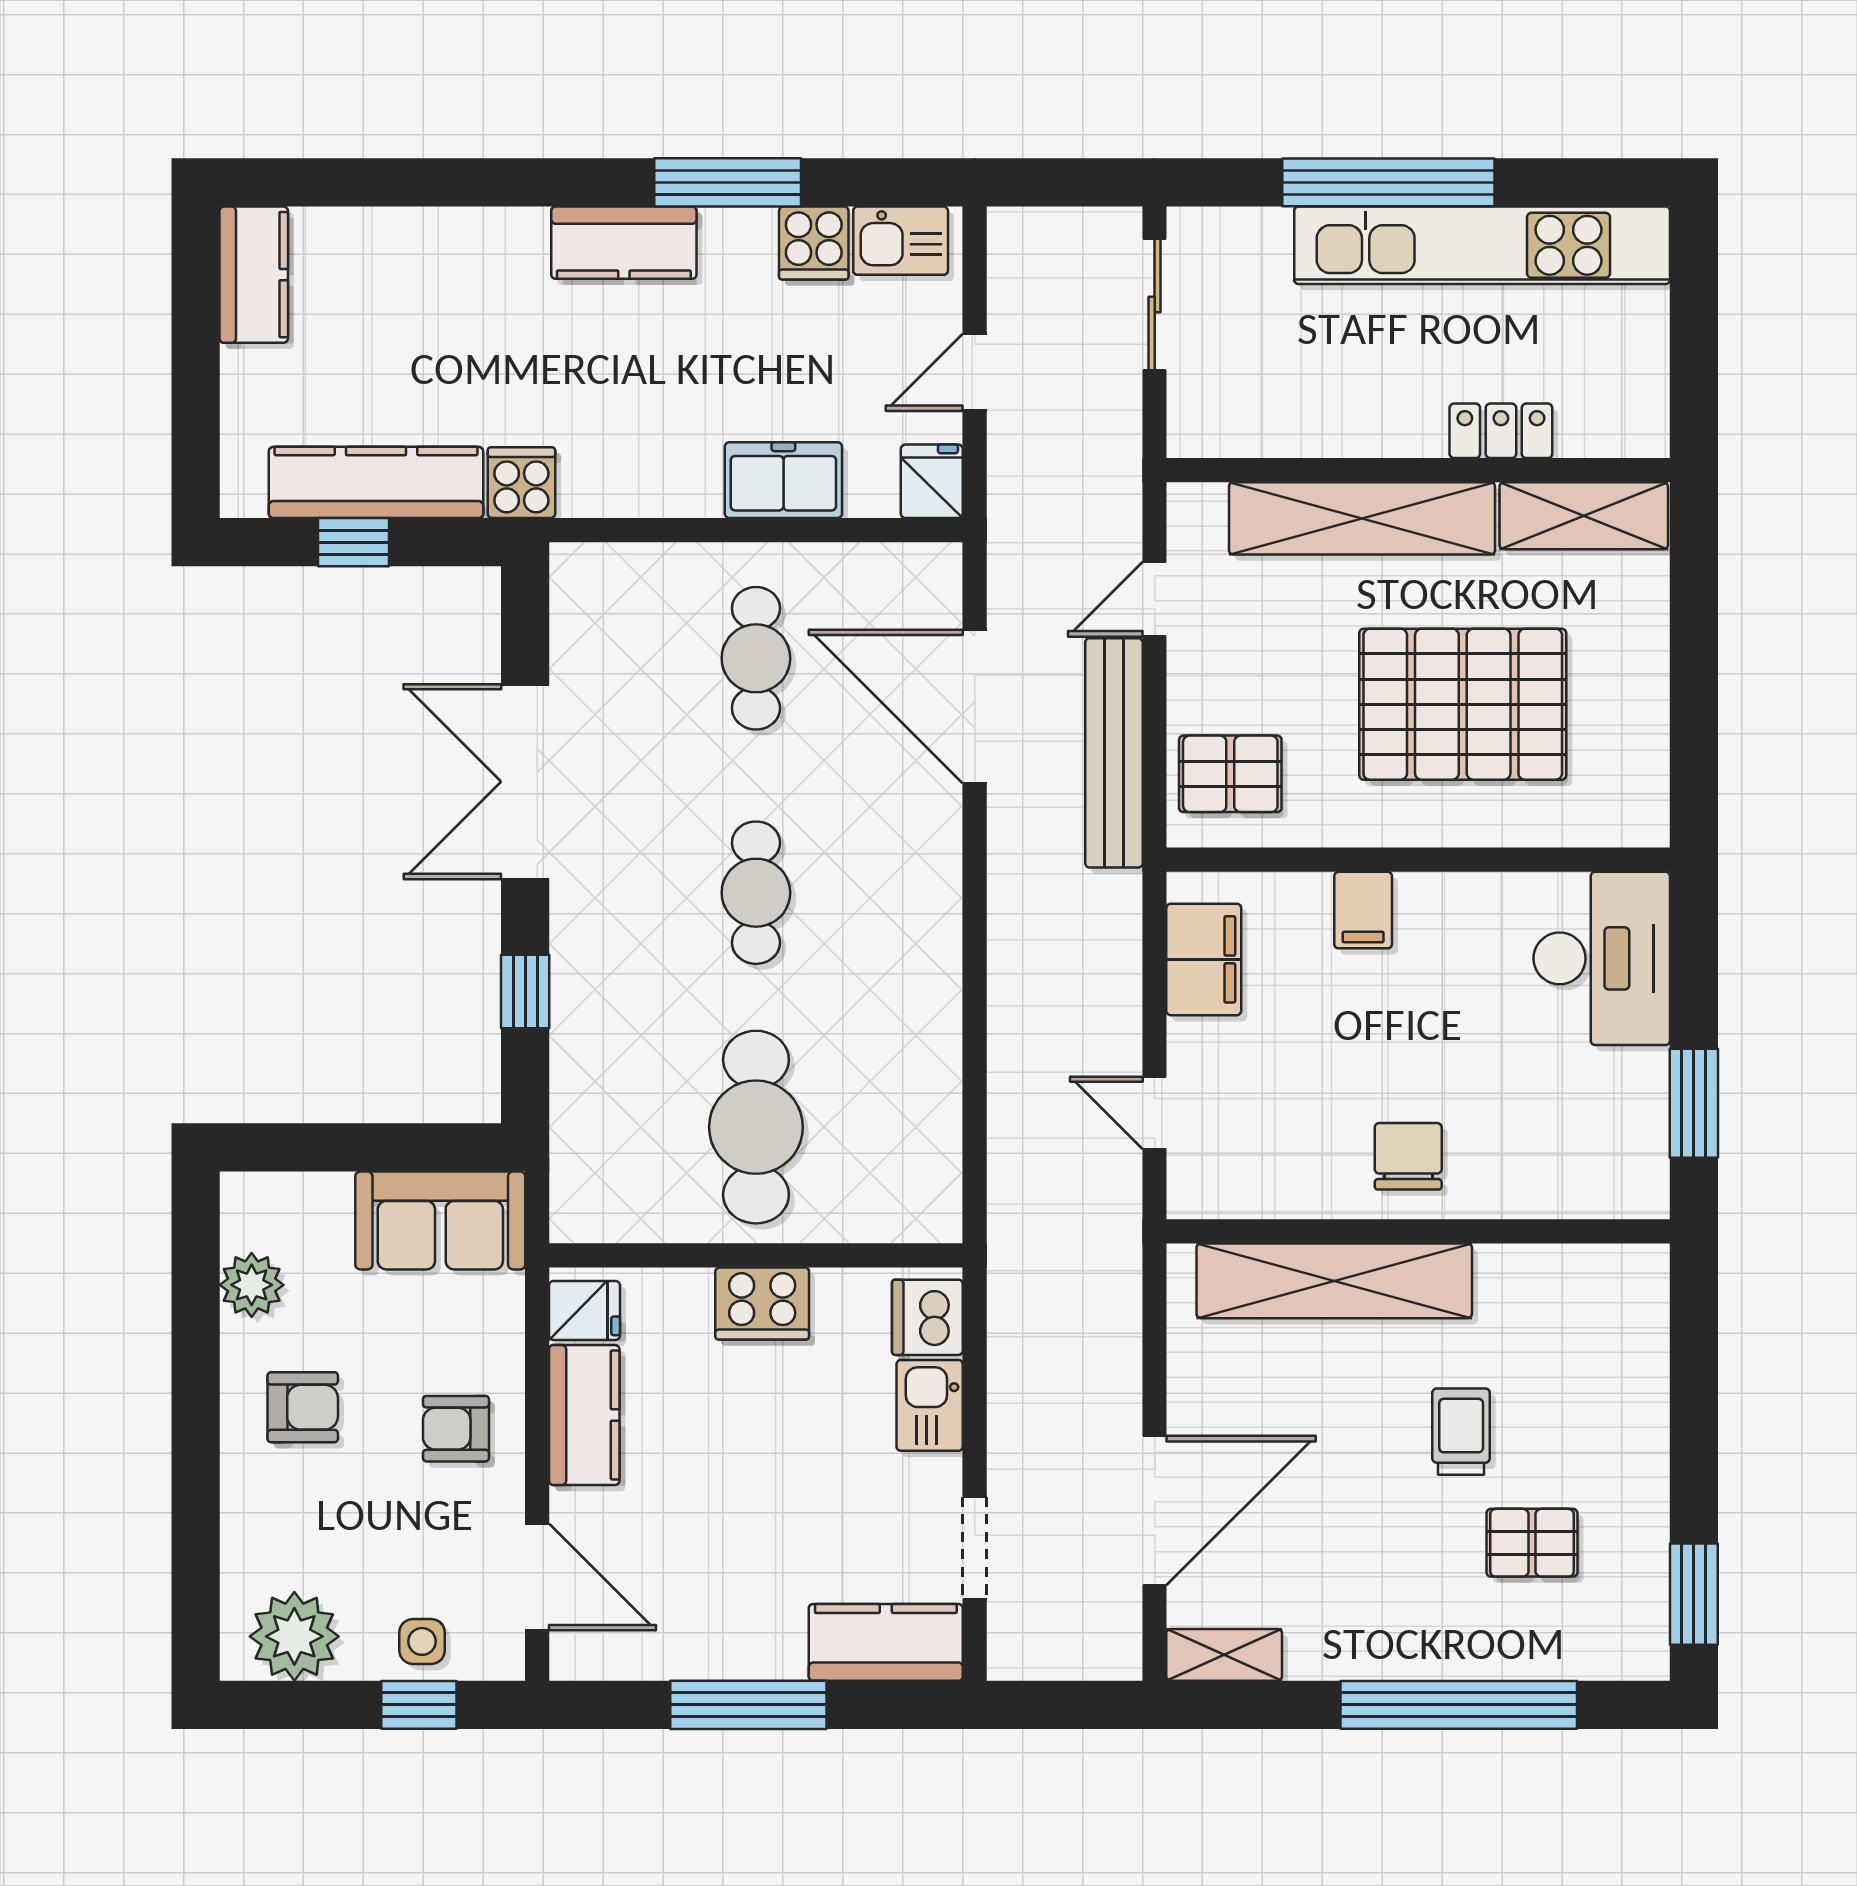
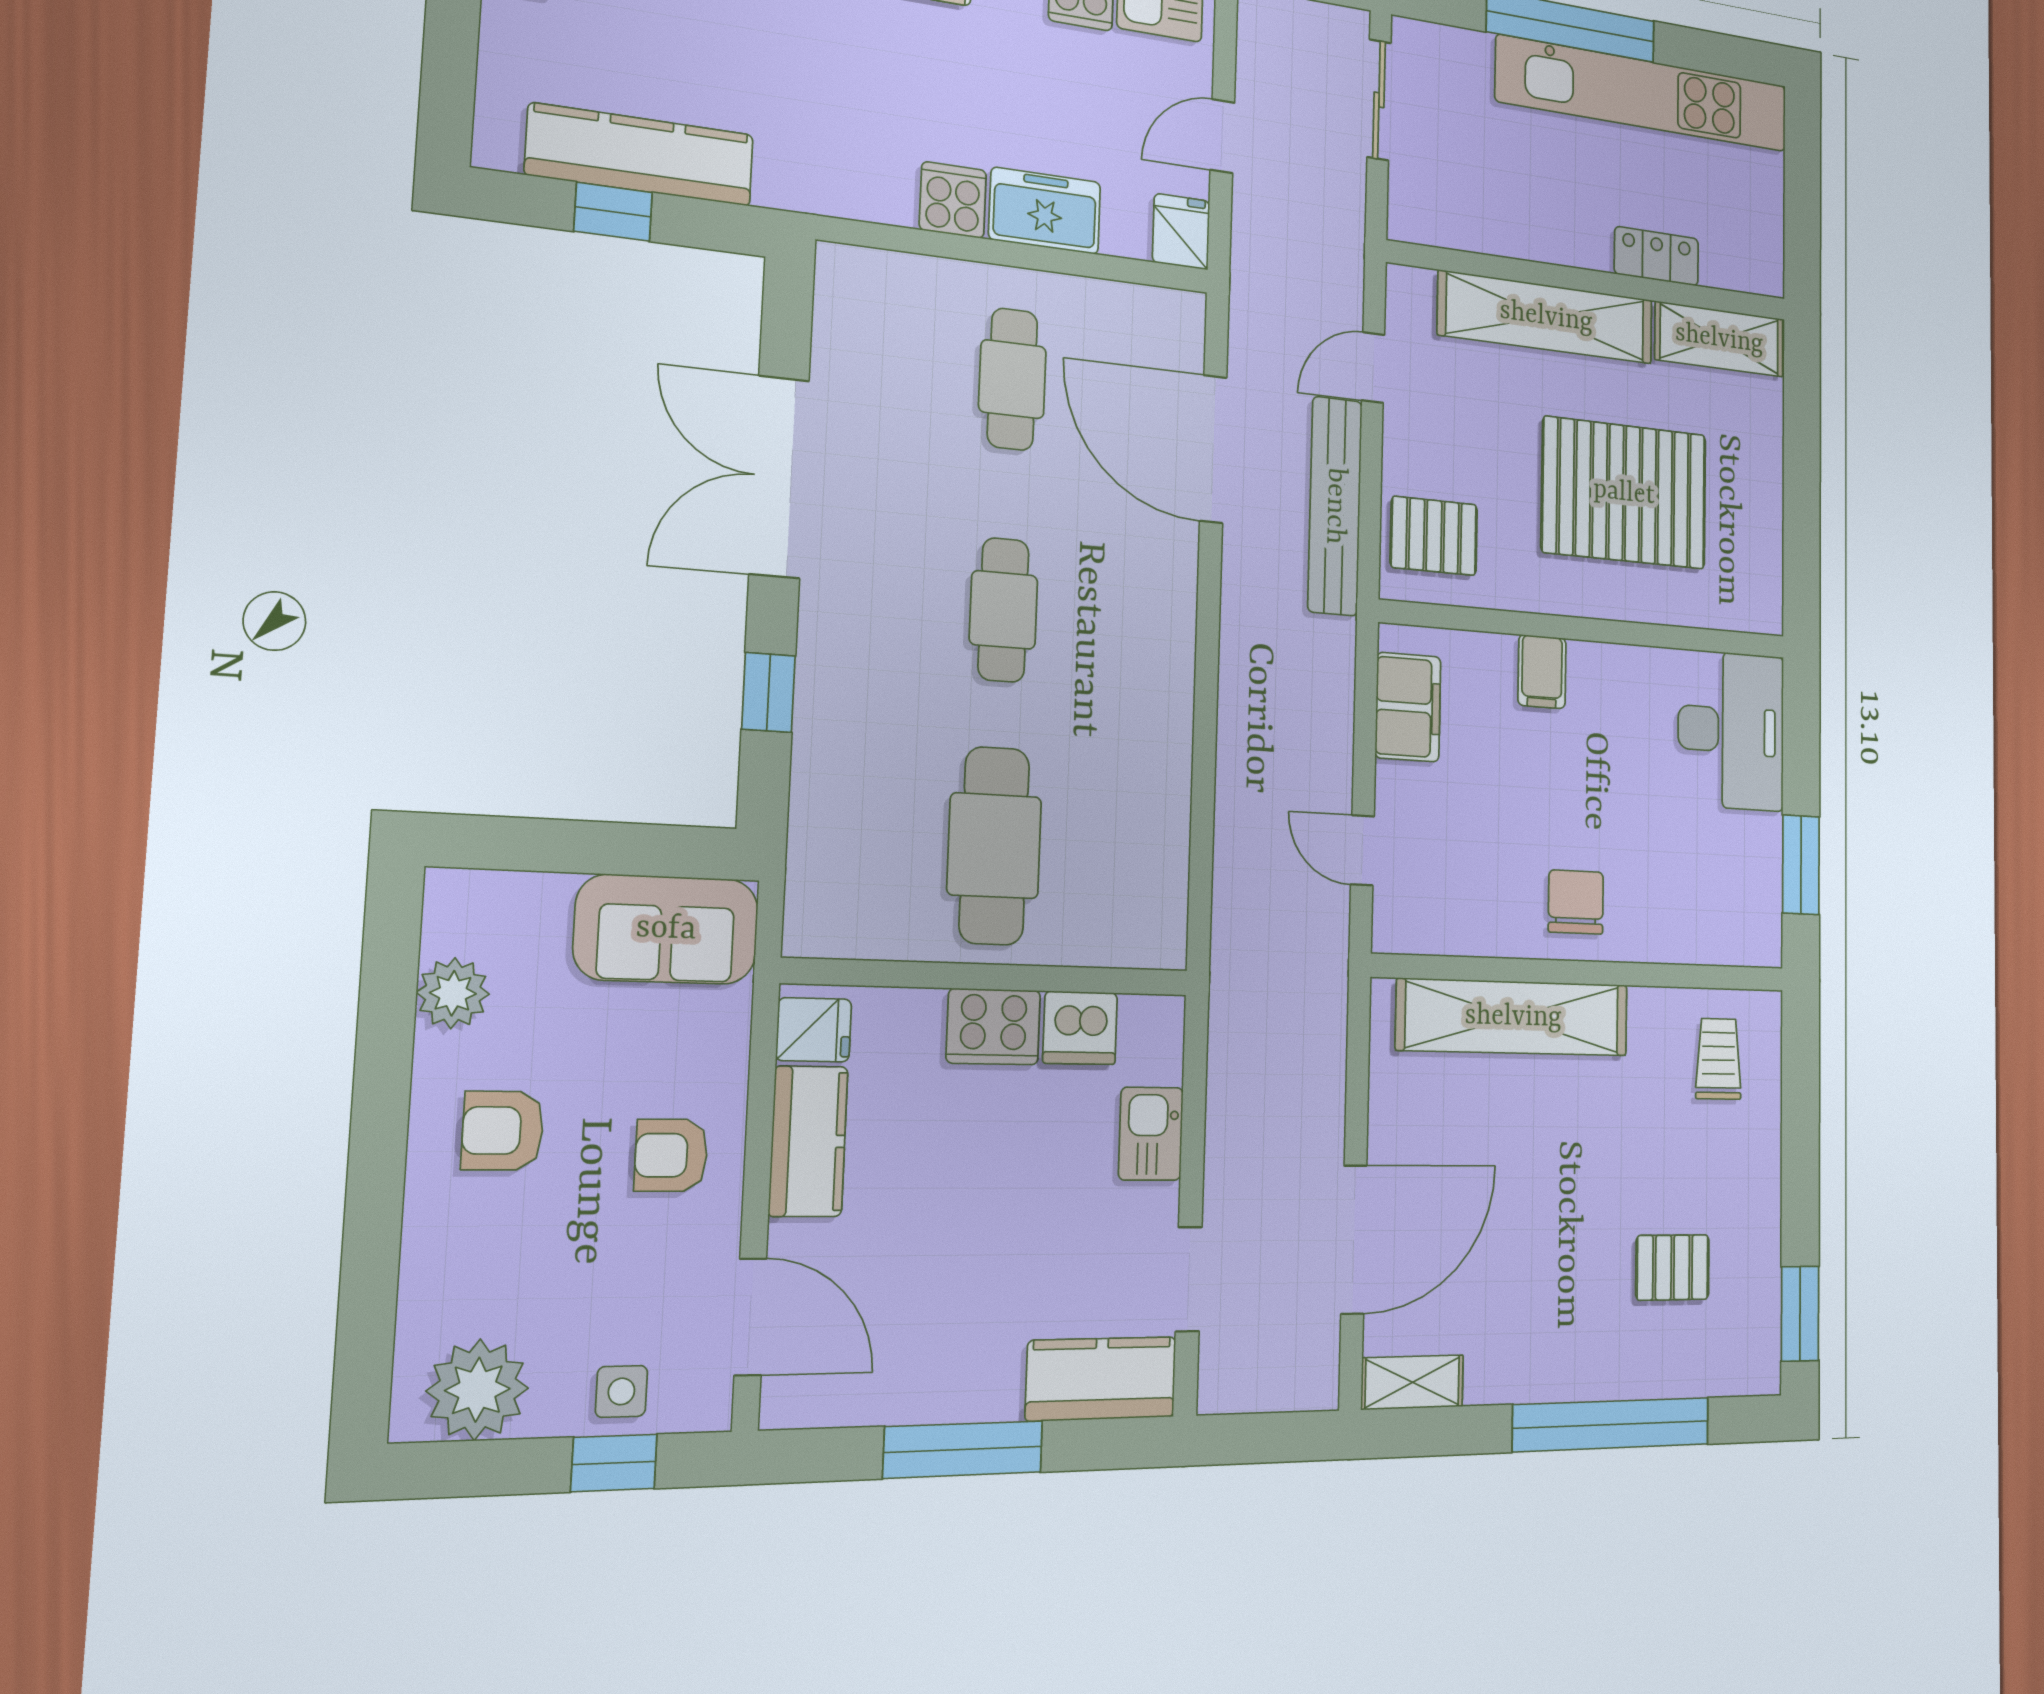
cooker: (521, 483) -> (953, 200), moved
dishwasher: (927, 1317) -> (1080, 1028), moved, turned -90
armchair: (303, 1407) -> (503, 1131), turned 180
trolley: (1461, 1432) -> (1718, 1059), moved

